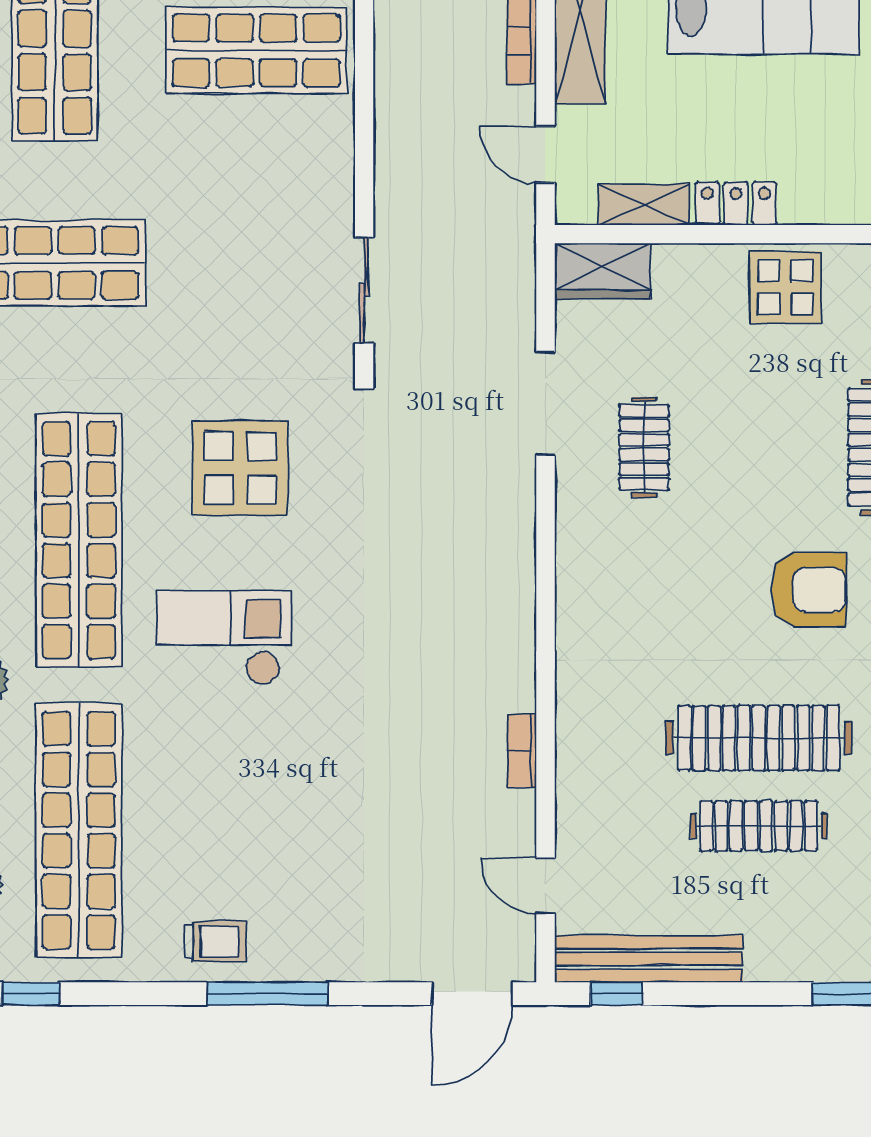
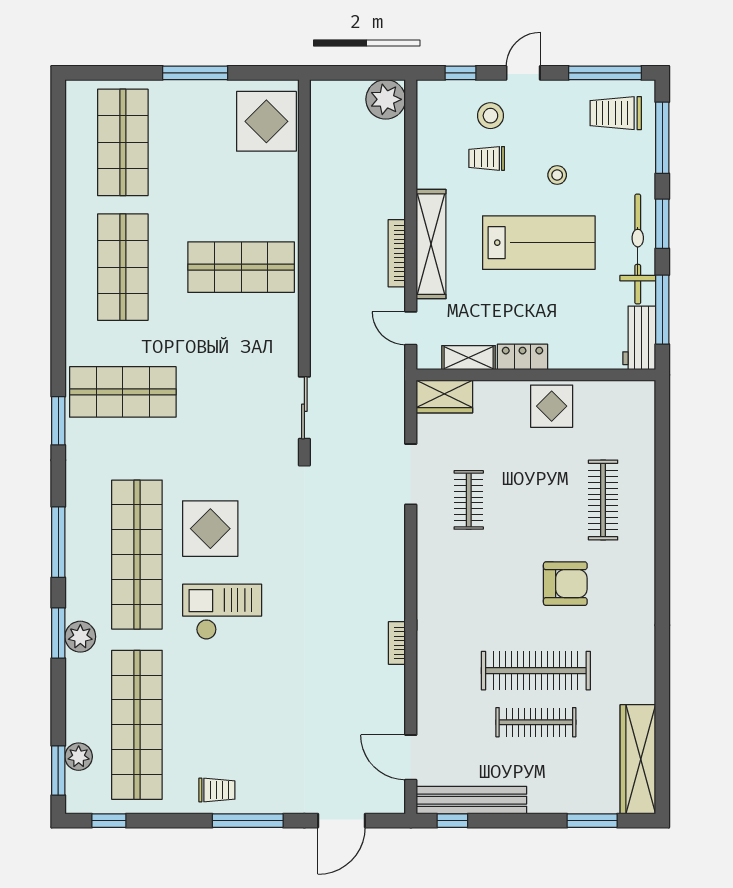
display table: (240, 468) -> (210, 529), moved
bookcase: (522, 750) -> (397, 643), moved
door: (545, 886) -> (411, 757), width x1.38
door: (472, 994) -> (342, 821), moved

